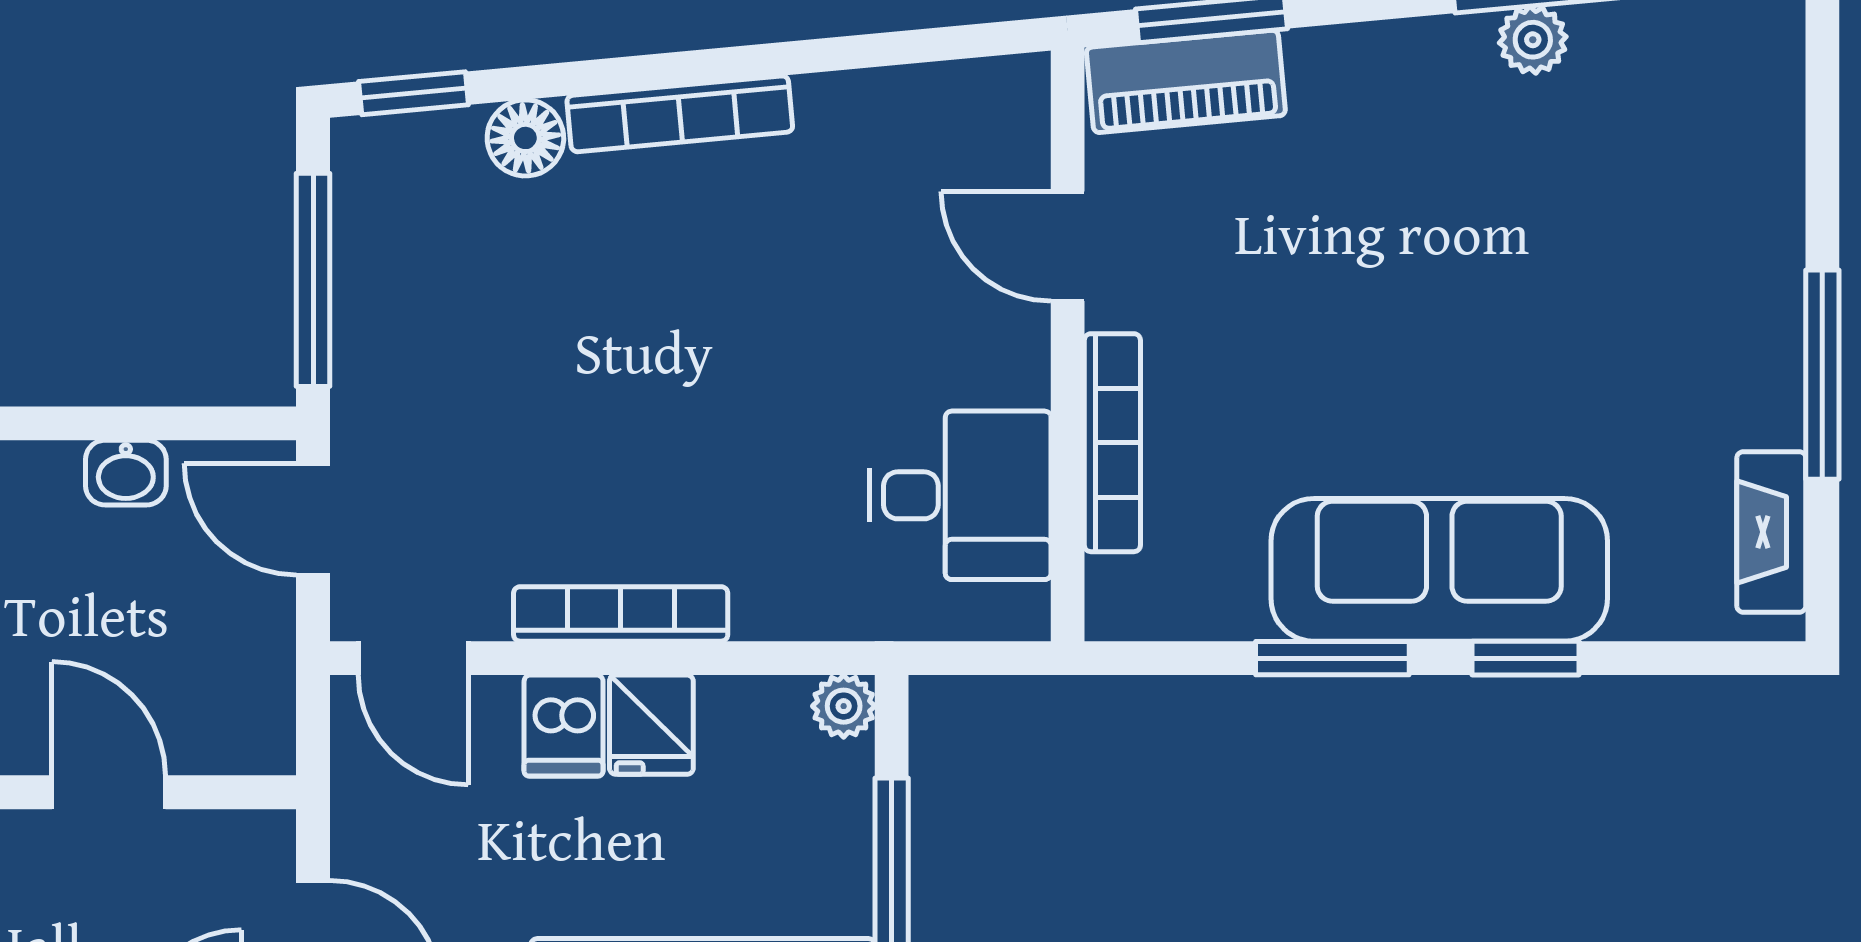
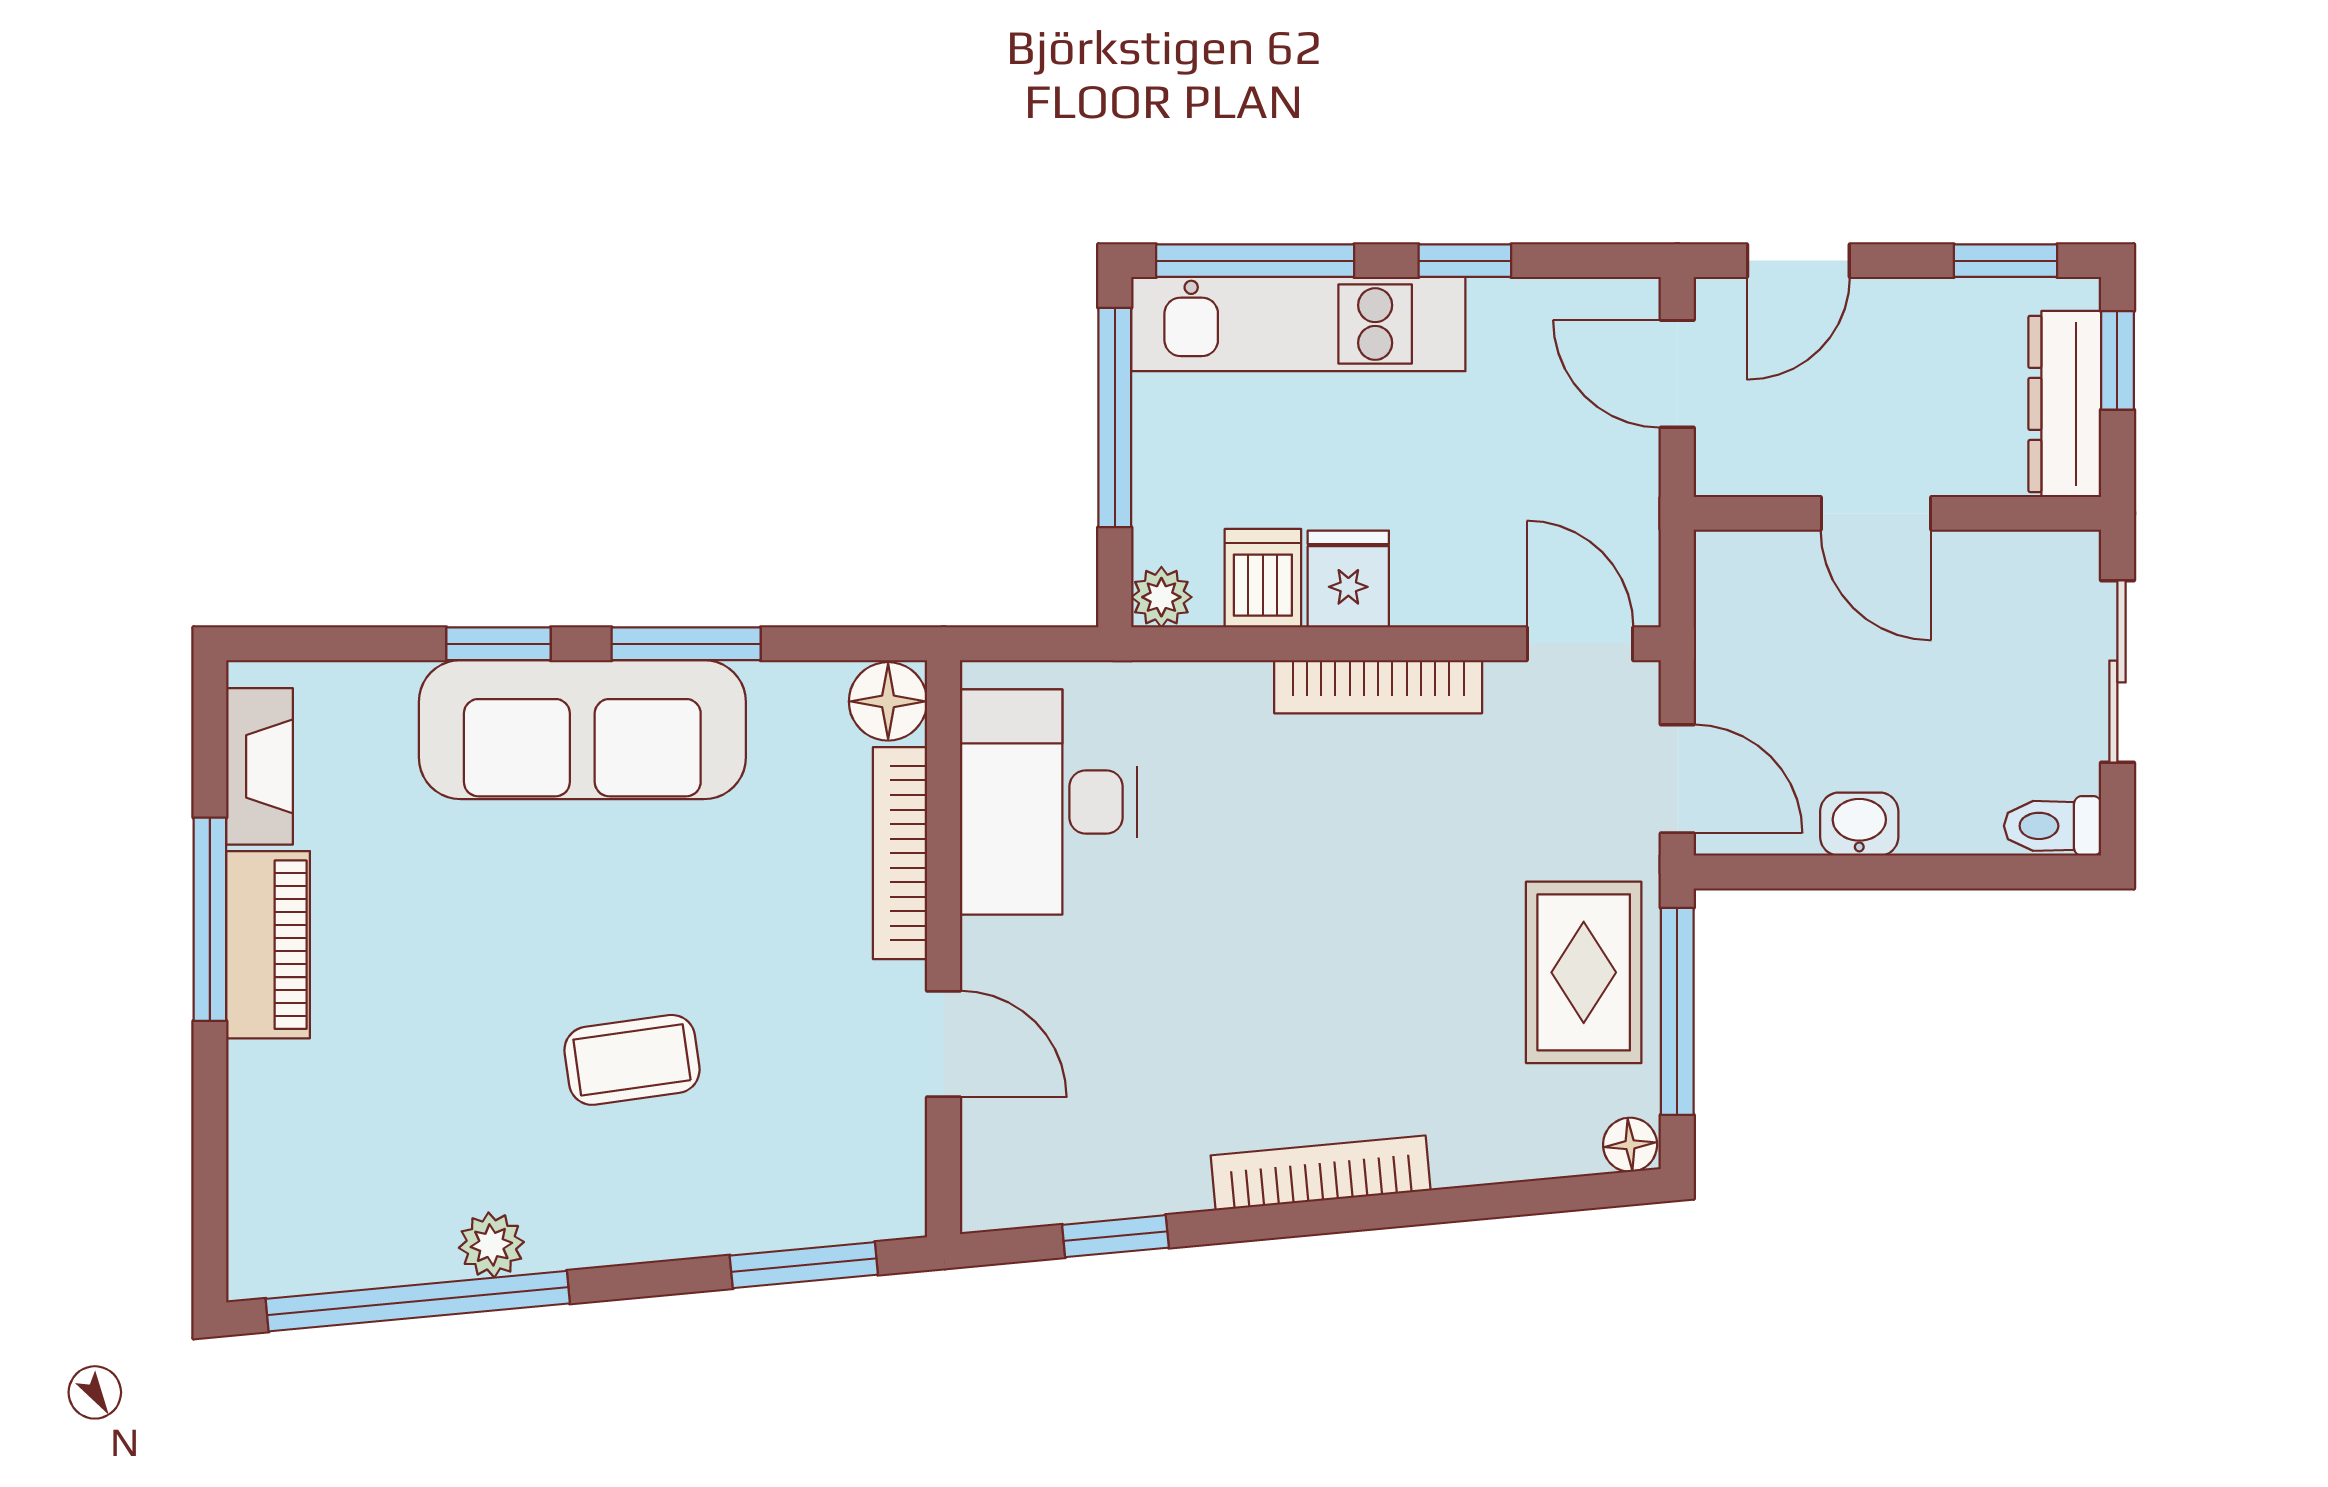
piano: (1186, 81) -> (268, 945), moved, turned 95
window: (414, 93) -> (1115, 1236), moved
floor lamp: (525, 138) -> (1630, 1145), moved, width x0.73, depth x0.73
coffee table: (1388, 230) -> (632, 1060), added
rug: (409, 320) -> (1584, 972), added
desk: (960, 495) -> (1048, 802), width x1.37
floor lamp: (1125, 599) -> (888, 701), added
dishwasher: (564, 726) -> (1263, 578), moved

